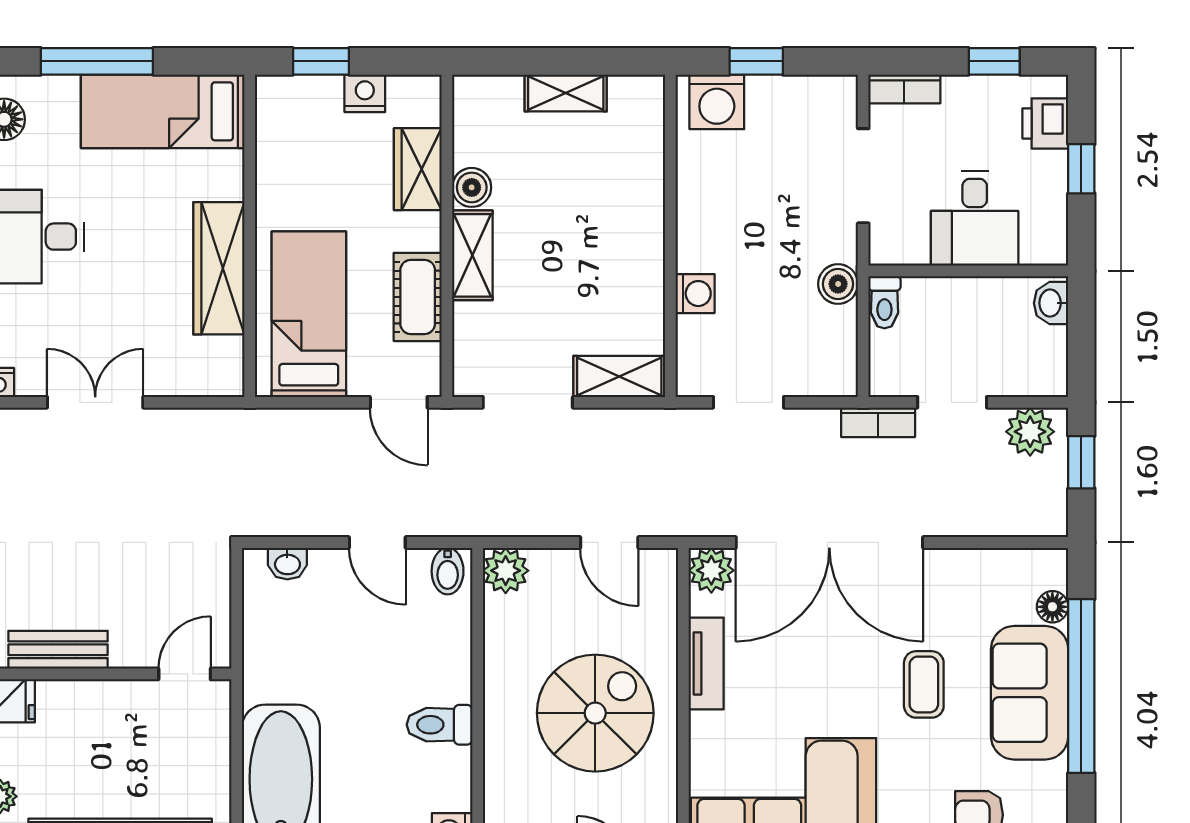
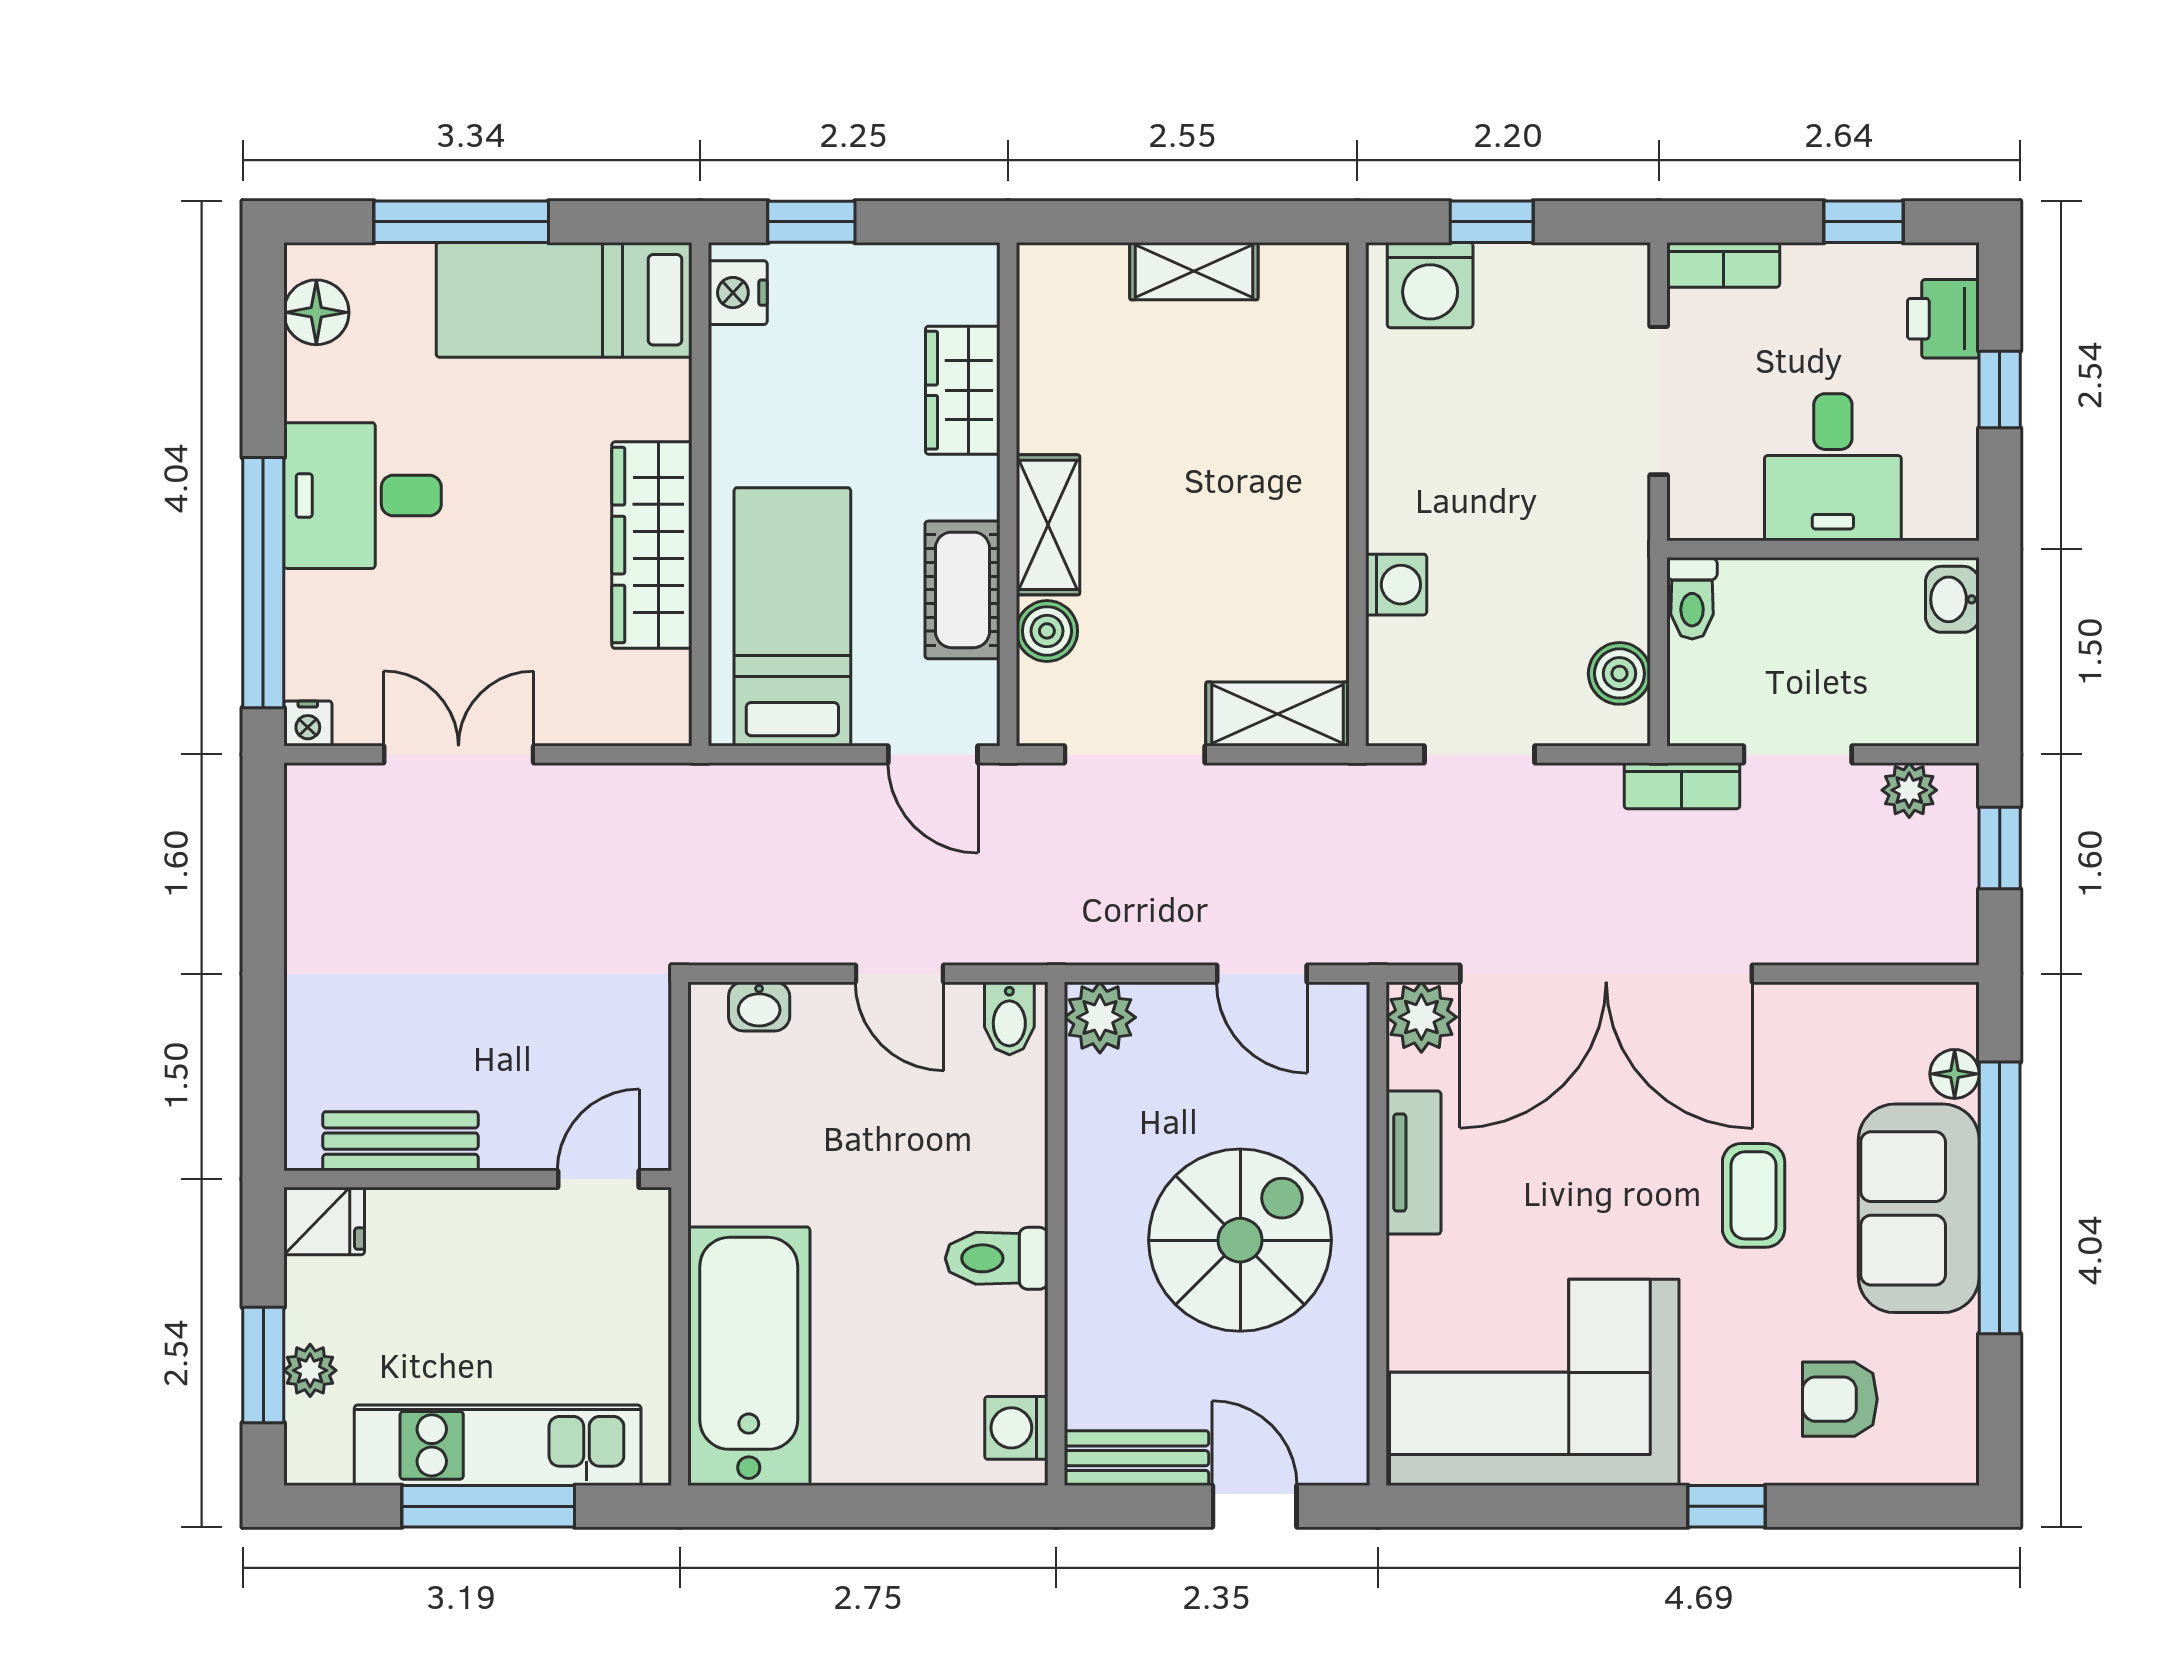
nightstand: (365, 93) -> (738, 293), moved, turned -90
boiler: (472, 187) -> (1047, 631), moved
boiler: (838, 284) -> (1619, 673), moved
plant: (1030, 432) -> (1909, 790), width x0.73, depth x0.73

